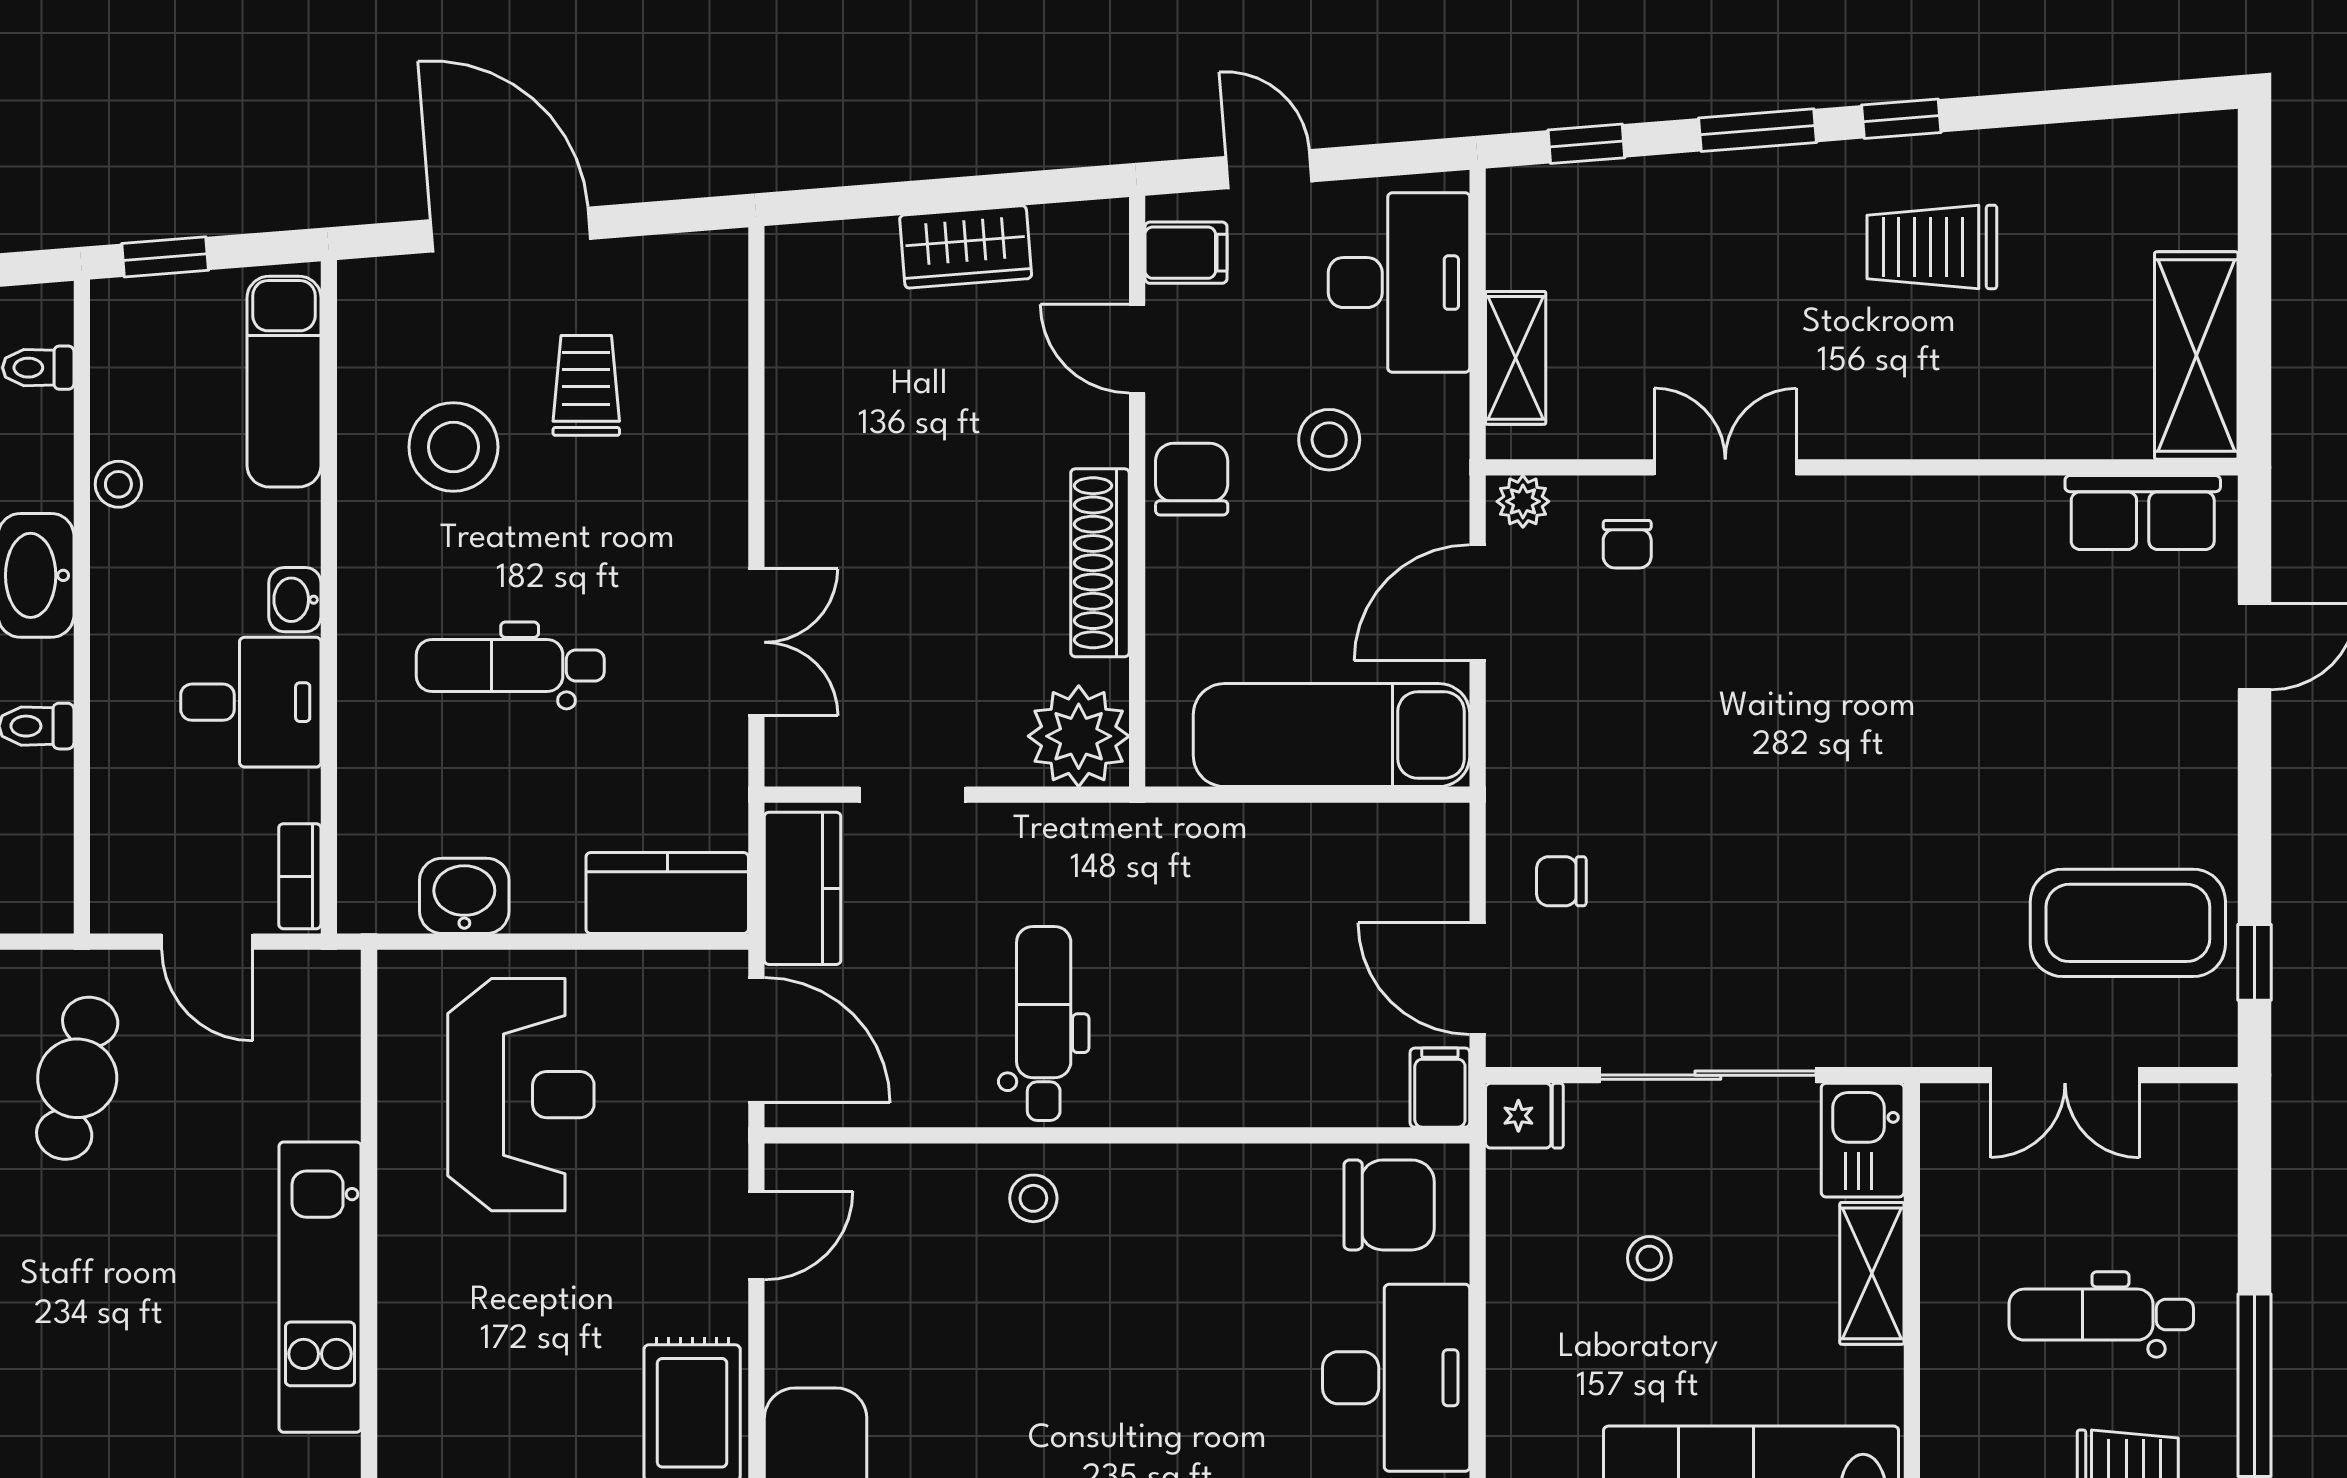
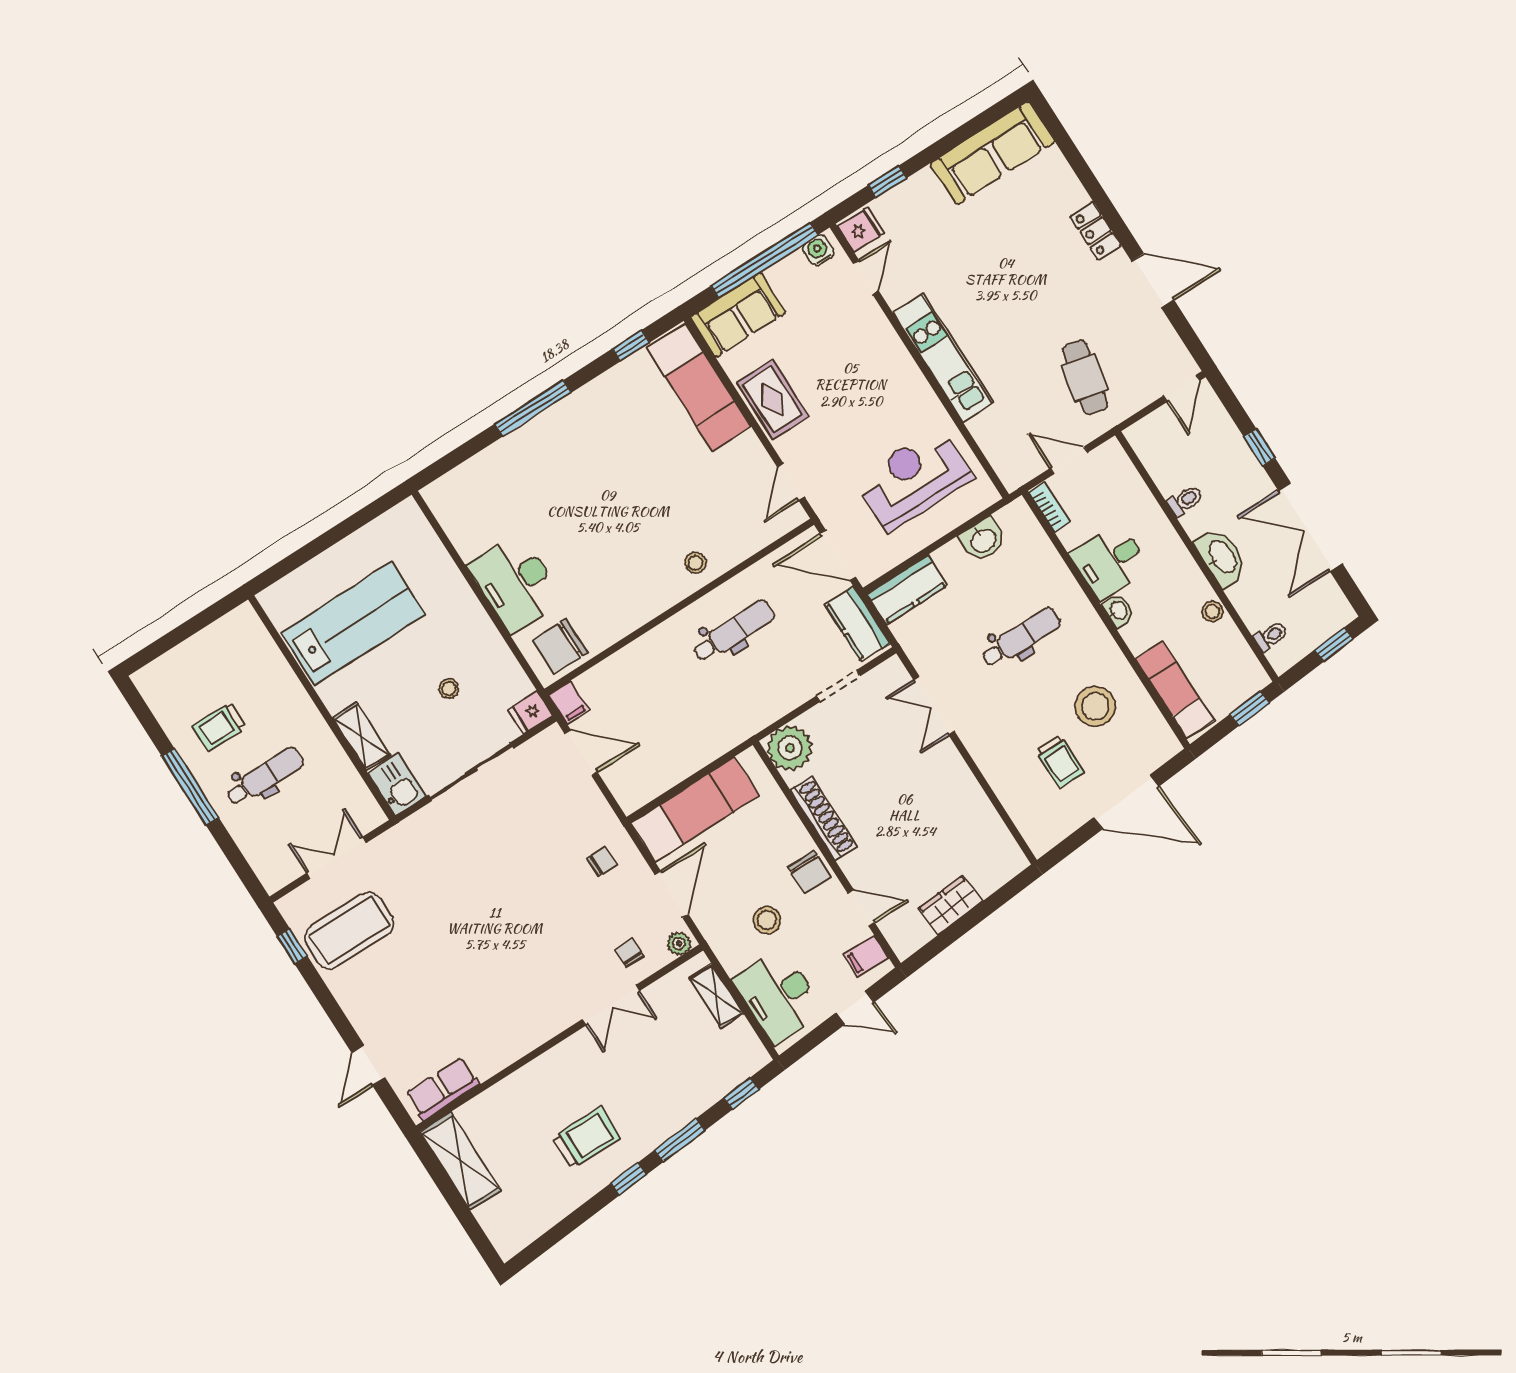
chair: (1561, 881) -> (602, 862), moved
dental chair: (1044, 1023) -> (734, 631), turned -90
reception desk: (521, 1095) -> (914, 478), turned 90

